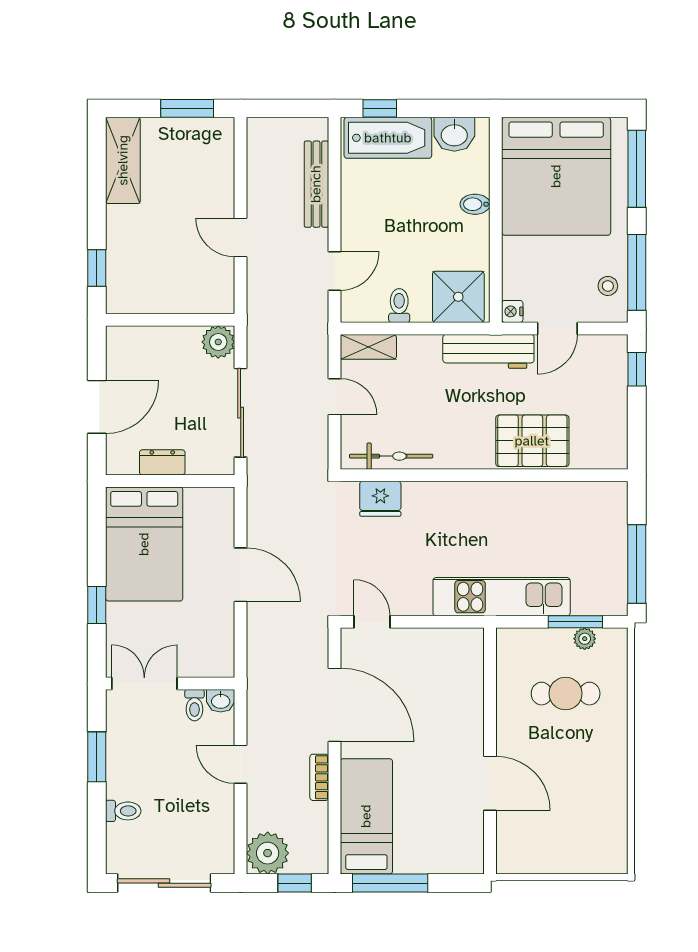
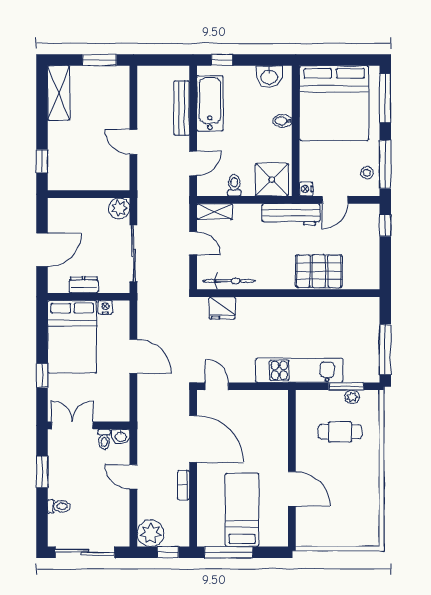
bathtub: (388, 138) -> (210, 103), moved, turned -90
nightstand: (196, 498) -> (105, 307), added
bed: (366, 816) -> (242, 510), moved

